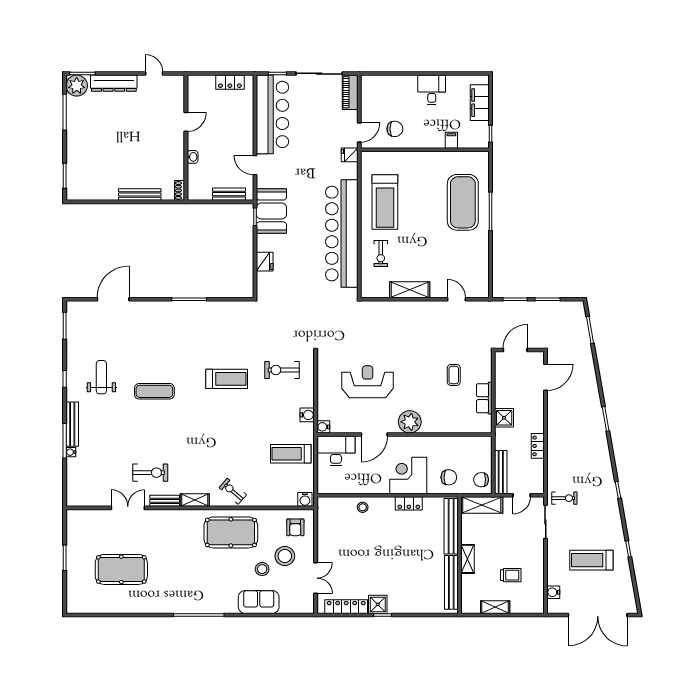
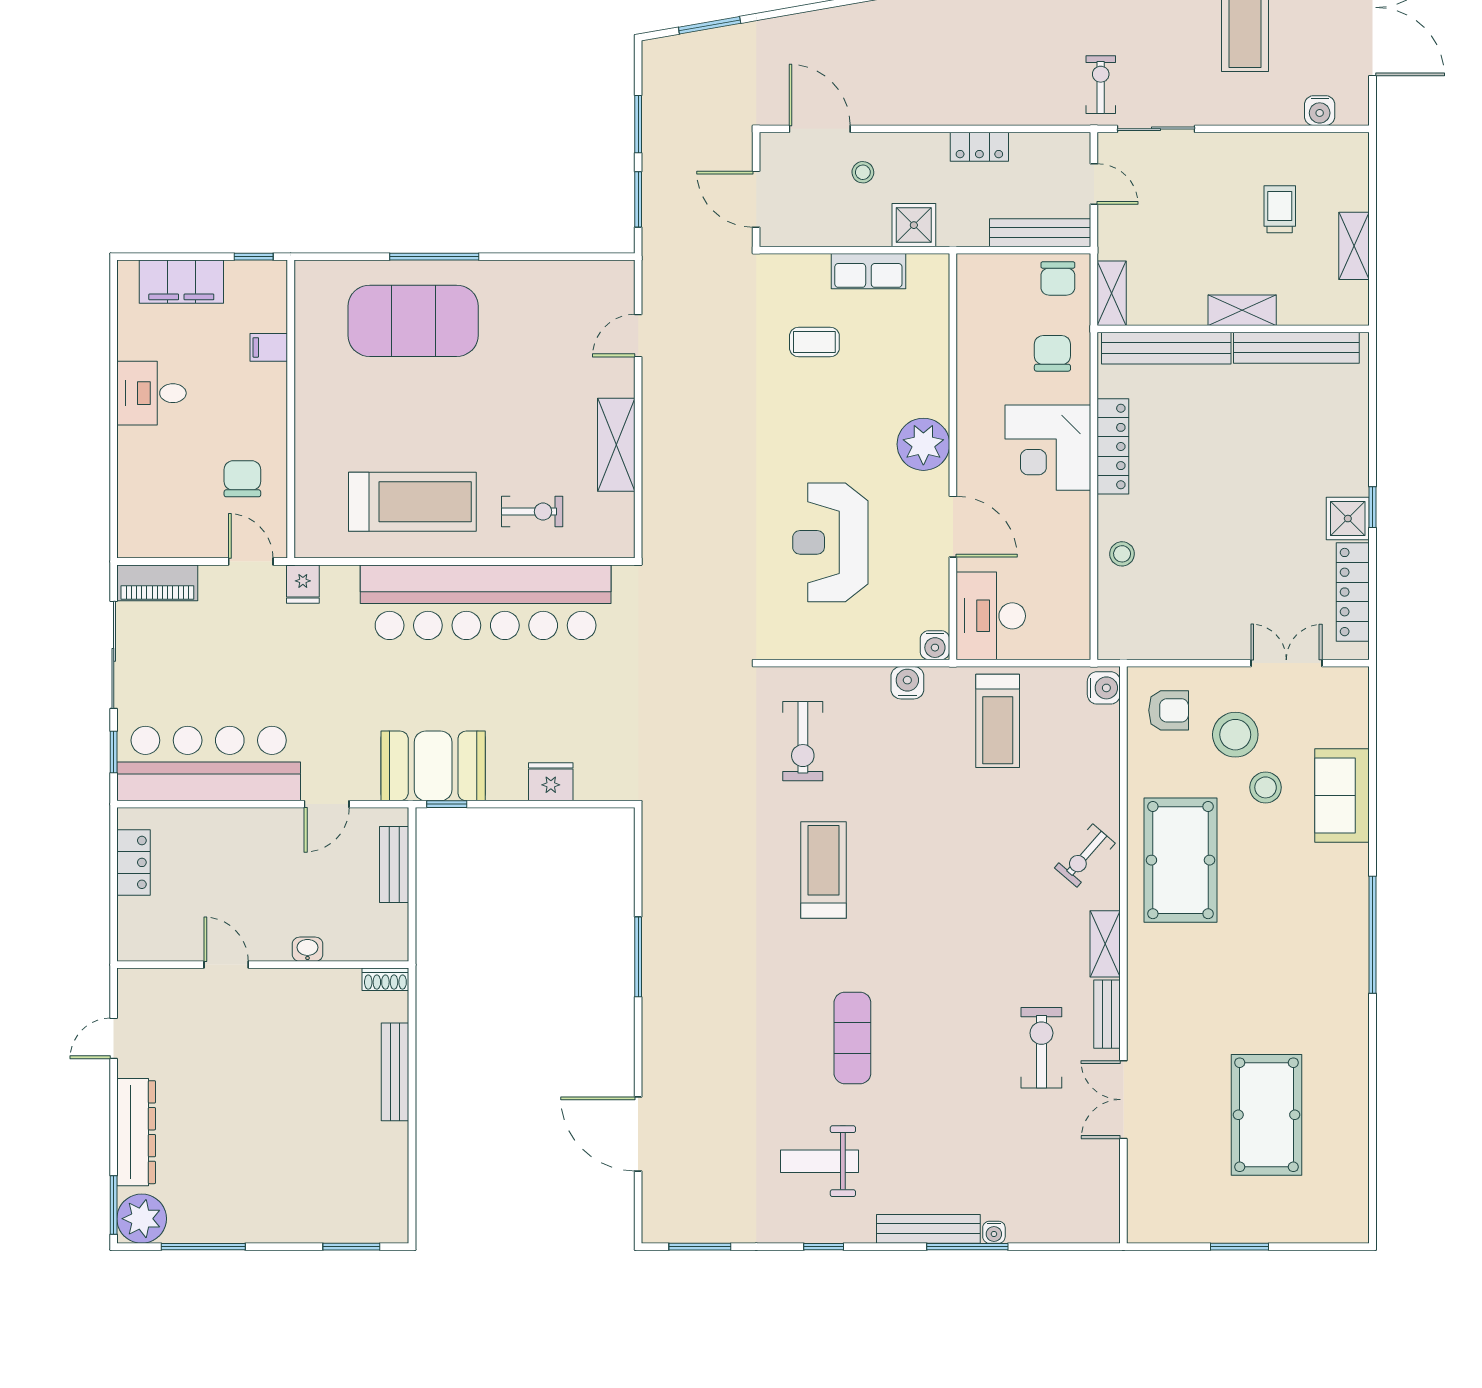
stool: (527, 396) -> (863, 172), added
locker: (409, 503) -> (1113, 446), width x1.53
shelving: (482, 505) -> (1112, 293), width x0.67, depth x0.75

